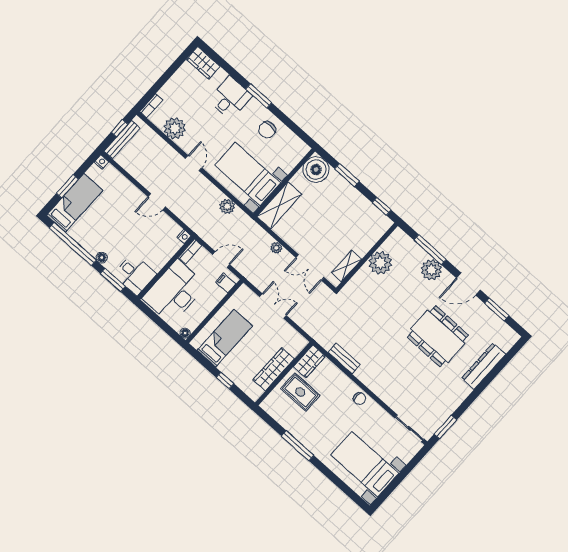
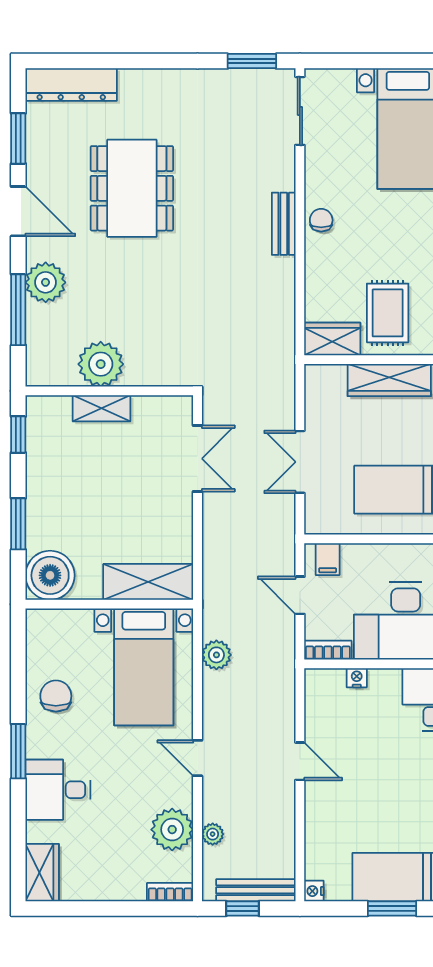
chair: (267, 130) -> (56, 696), turned -90
door: (194, 163) -> (197, 758), hinge flipped
nightstand: (184, 236) -> (357, 678), moved
plant: (276, 248) -> (213, 834), moved
shelving: (347, 266) -> (102, 408), moved
bench: (344, 358) -> (284, 224), moved
dresser: (484, 366) -> (71, 84), moved

